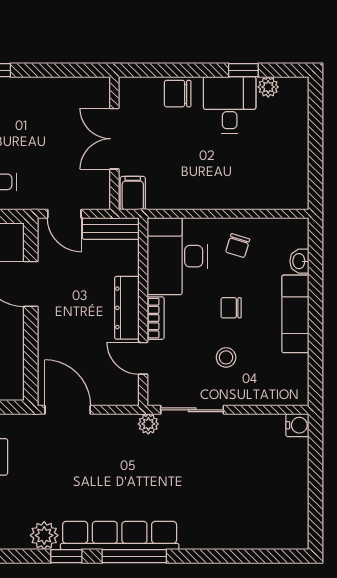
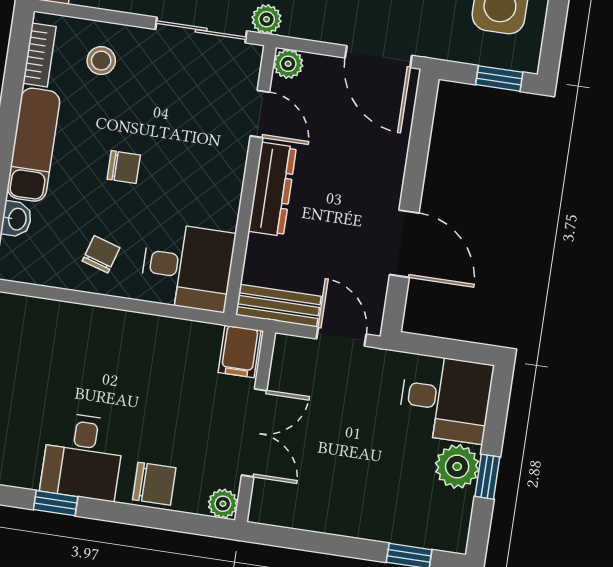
plant: (268, 87) -> (223, 504), moved
desk: (177, 256) -> (187, 267), width x0.73
bookcase: (156, 318) -> (39, 55), moved, turned 180
stool: (226, 357) -> (101, 61), moved
plant: (129, 396) -> (288, 64), added

